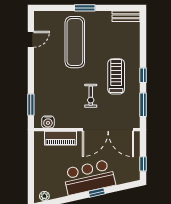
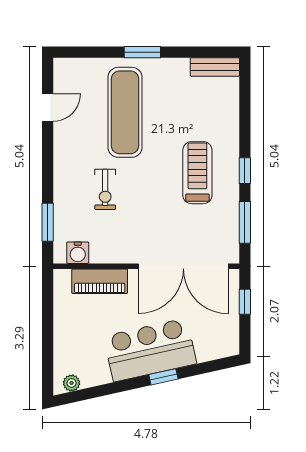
exercise bike: (91, 96) -> (105, 189), moved
window: (143, 164) -> (245, 302), moved

